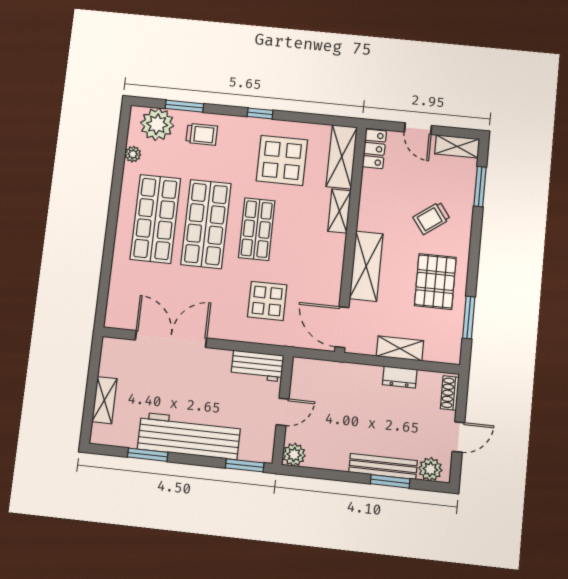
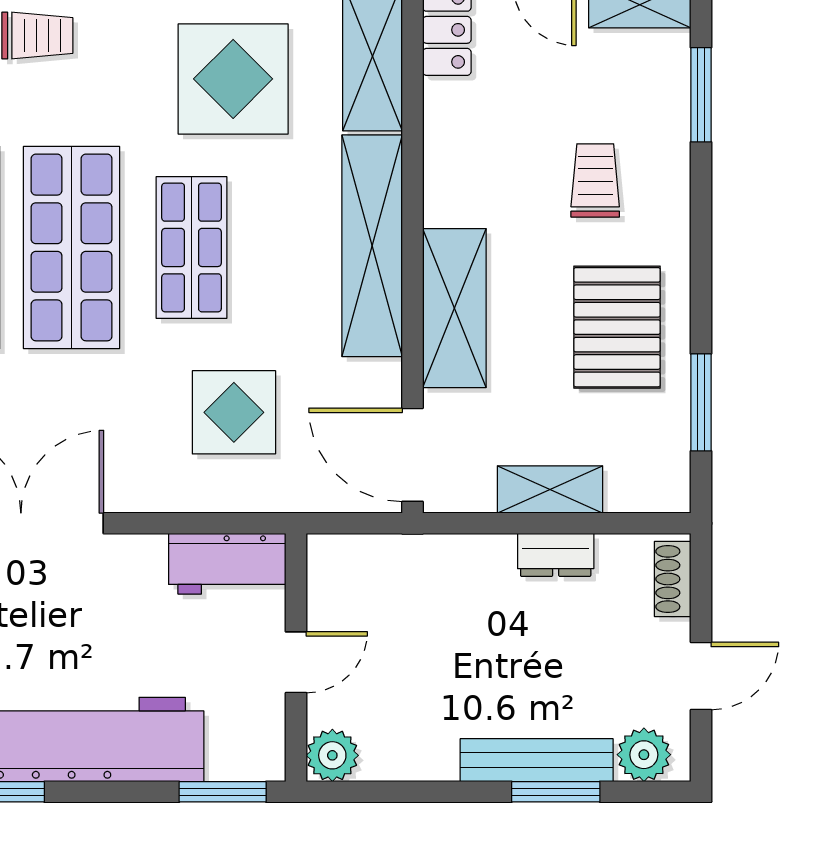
shelving: (339, 211) -> (372, 246), width x2.20, depth x1.33
trolley: (432, 218) -> (595, 180), turned 126

